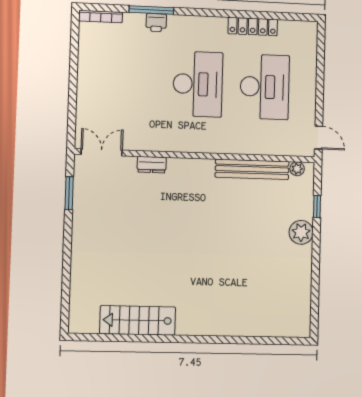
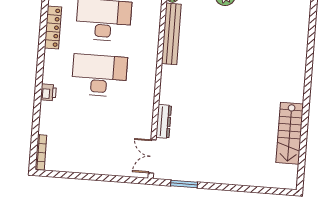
window: (151, 10) -> (37, 111), removed
printer: (156, 23) -> (48, 92), moved
dresser: (152, 165) -> (164, 121), width x1.44

